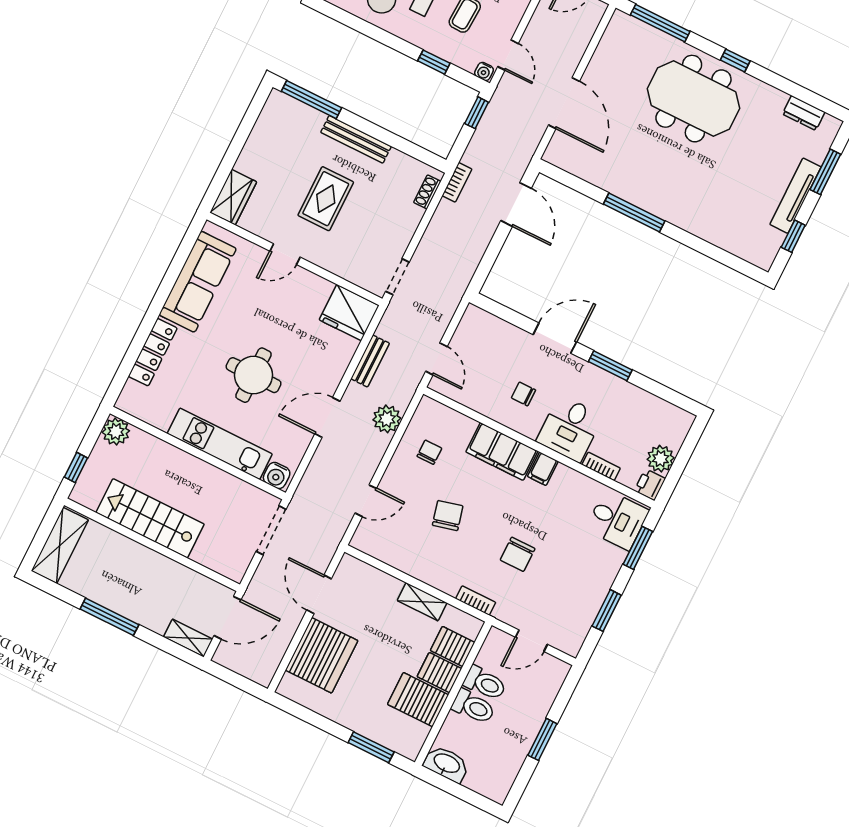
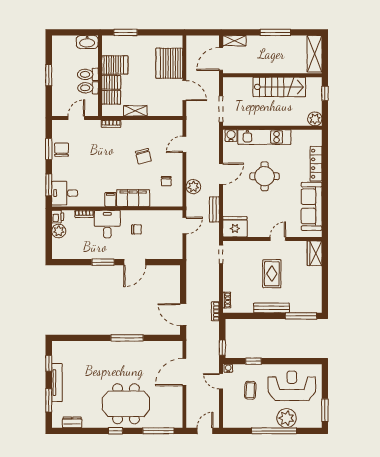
door: (564, 103) -> (184, 372), hinge flipped
door: (436, 359) -> (184, 226), swing flipped
chair: (518, 554) -> (62, 150), moved

